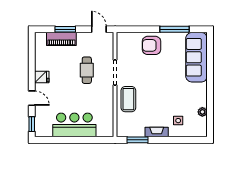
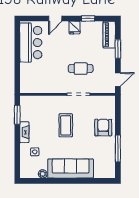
piano: (61, 39) -> (109, 35), moved
sofa: (197, 57) -> (71, 169), moved
coffee table: (128, 99) -> (66, 125), moved, turned 90
window: (32, 124) -> (88, 18), moved
bar counter: (74, 125) -> (31, 43), moved

